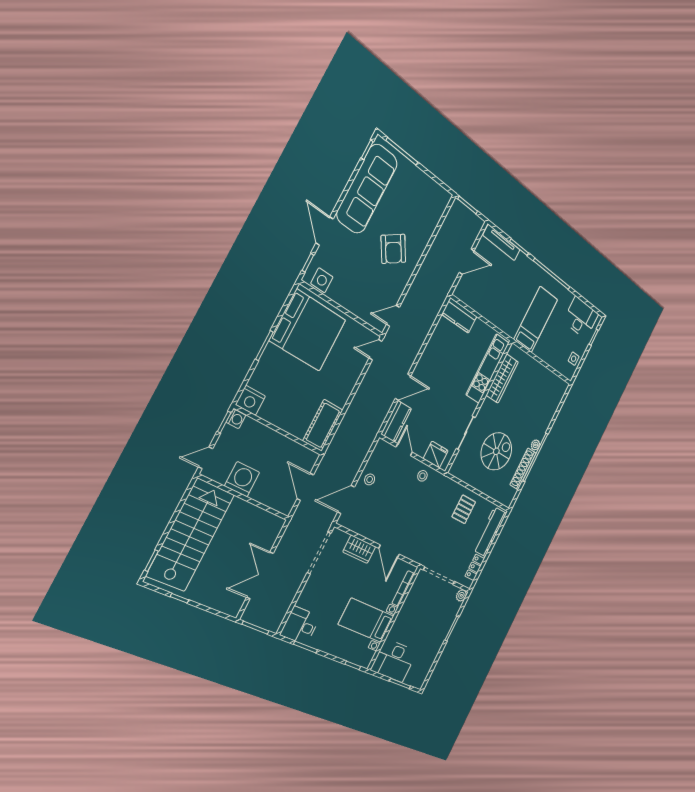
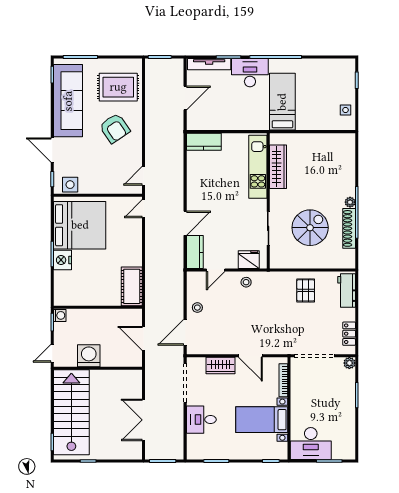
rug: (418, 209) -> (118, 87), added
desk: (581, 318) -> (250, 73), moved
nightstand: (251, 400) -> (62, 260), moved, turned 90
door: (404, 450) -> (216, 270), swing flipped
workbench: (490, 532) -> (347, 291), width x0.73
desk: (300, 626) -> (201, 420), moved

